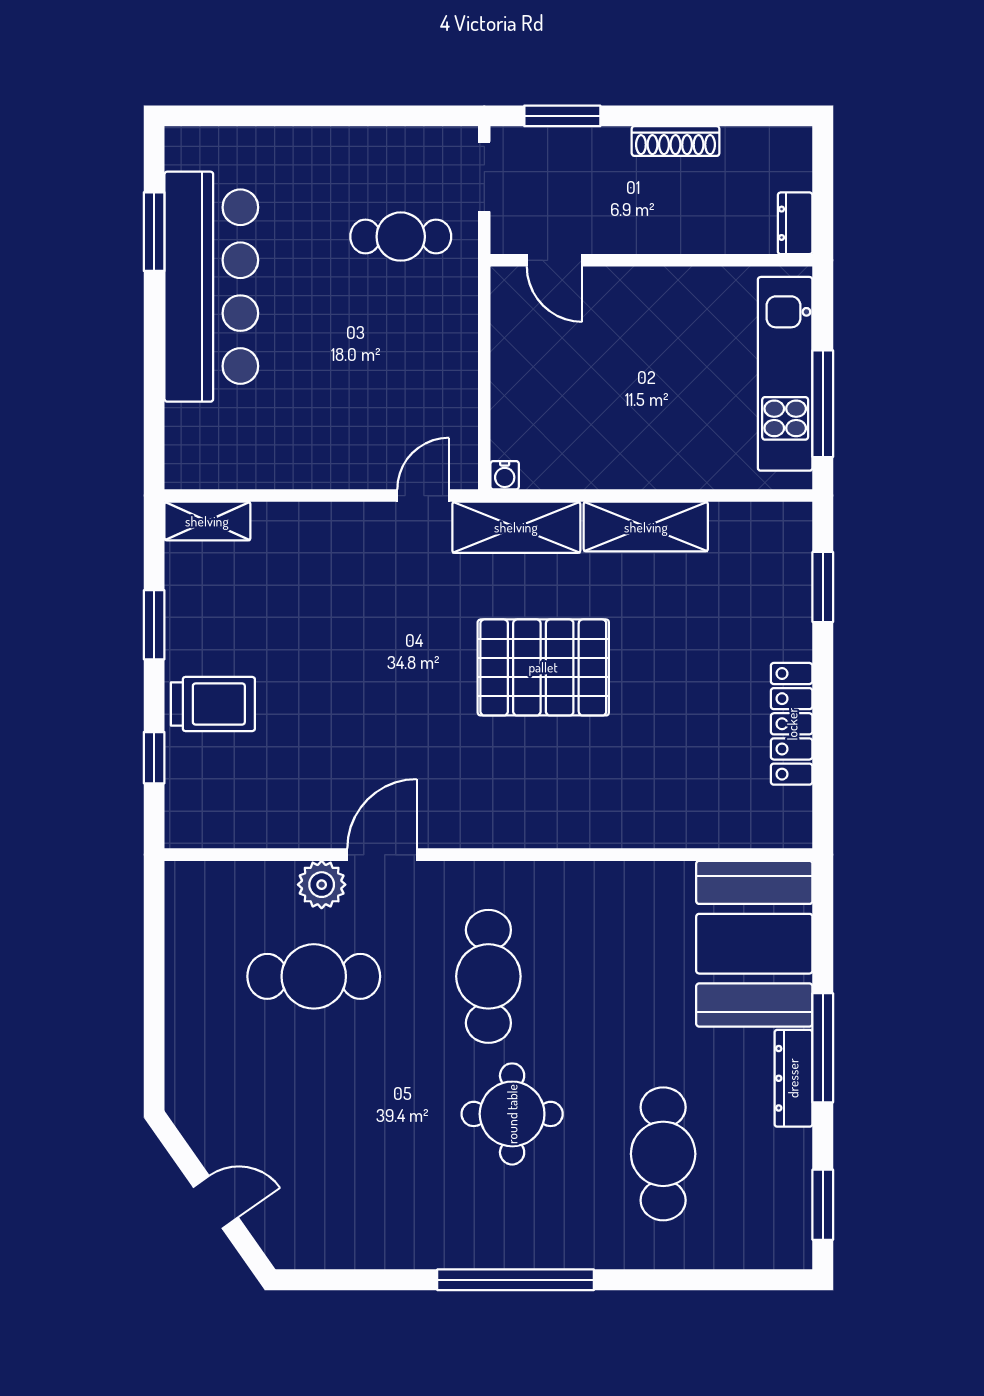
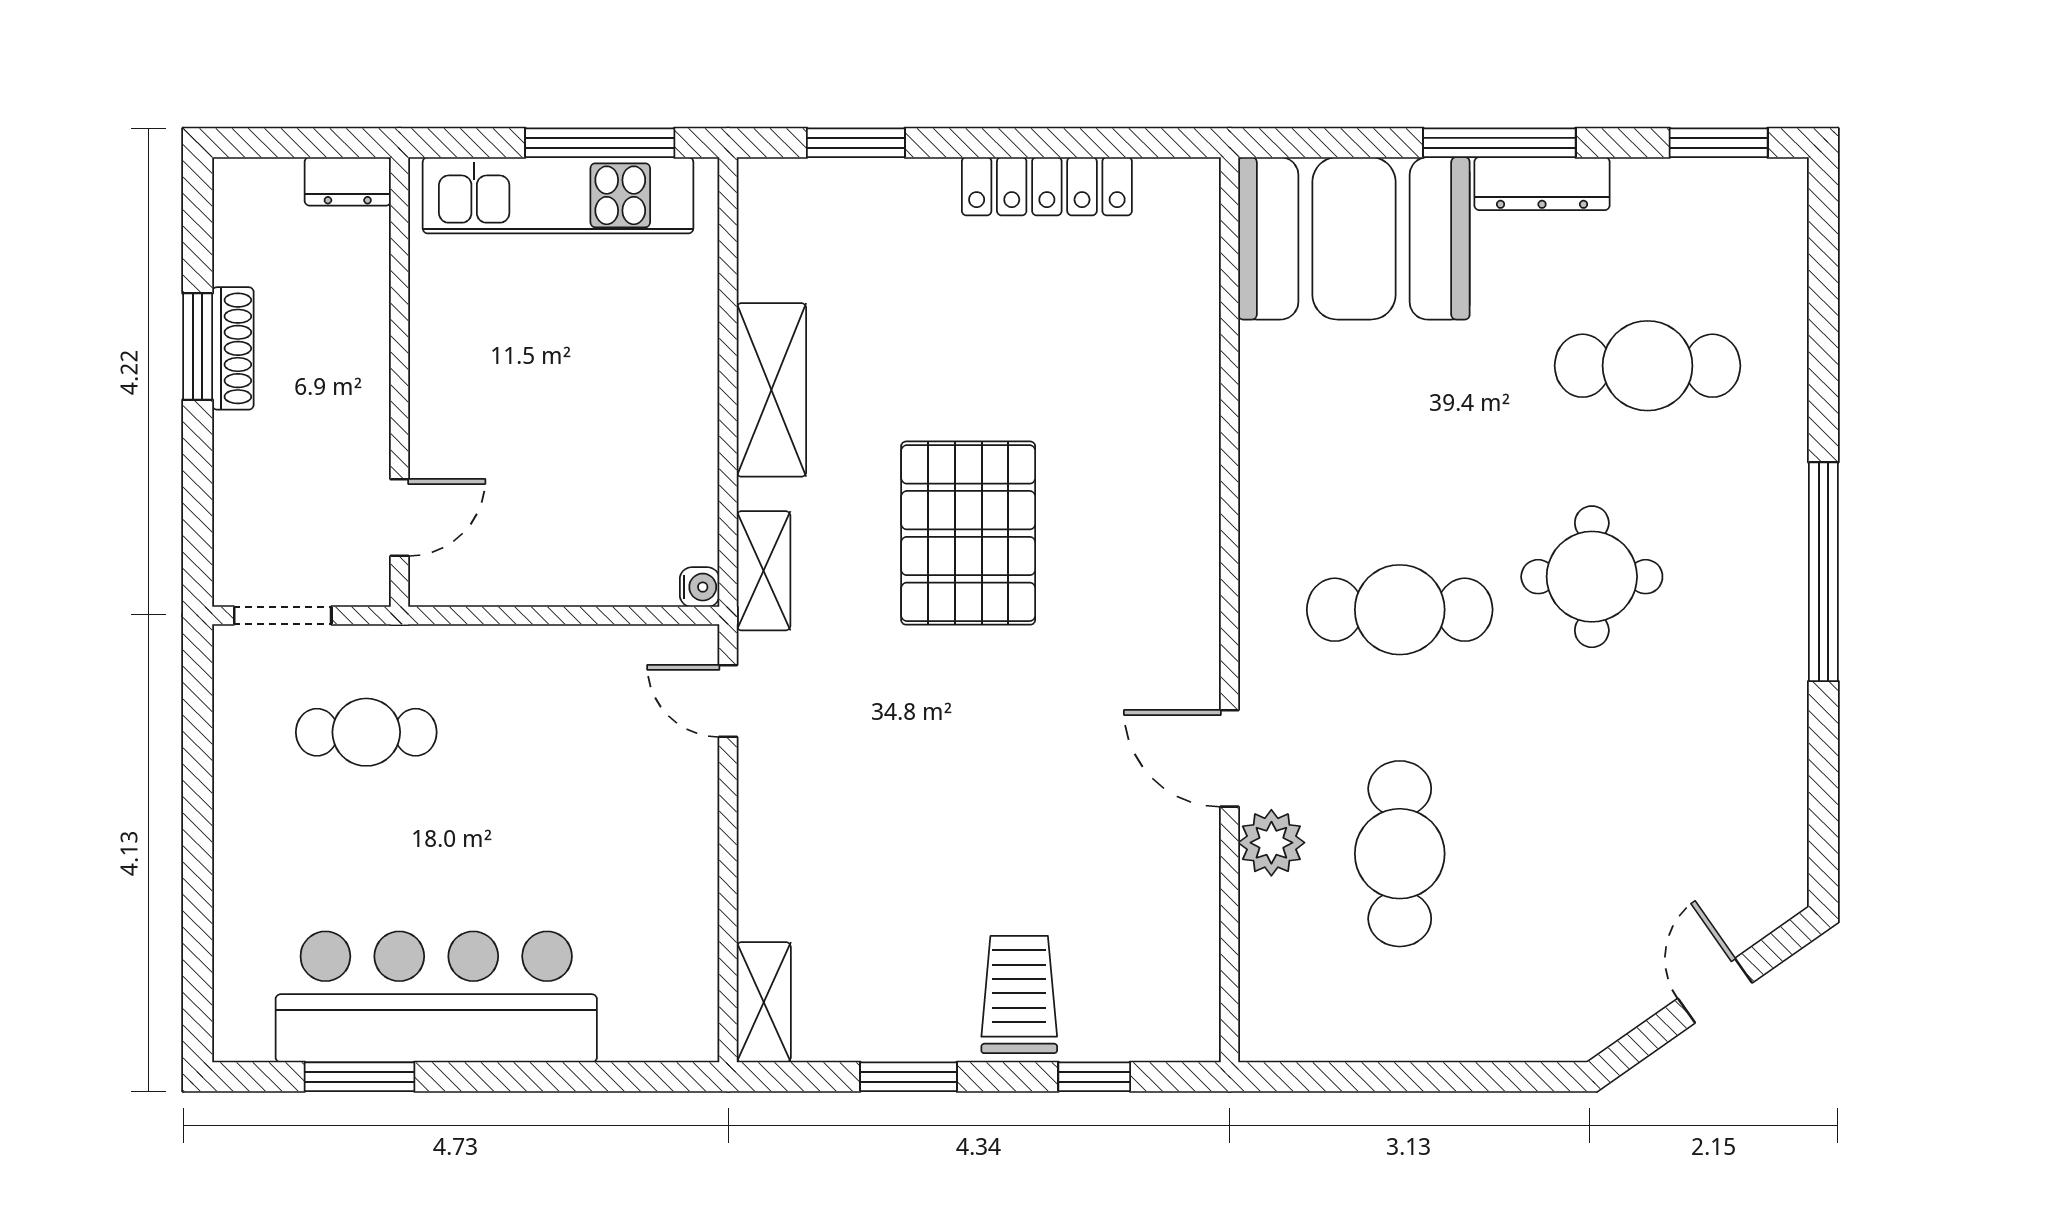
window: (562, 116) -> (198, 347), moved
cafe table: (401, 237) -> (366, 732), turned 90
shelving: (516, 527) -> (764, 571), width x0.67, depth x0.75

